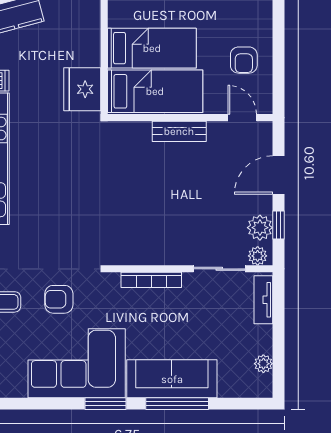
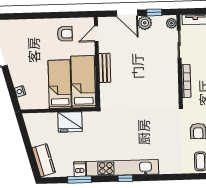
fridge: (82, 89) -> (70, 122), moved
plant: (260, 228) -> (145, 23), moved

